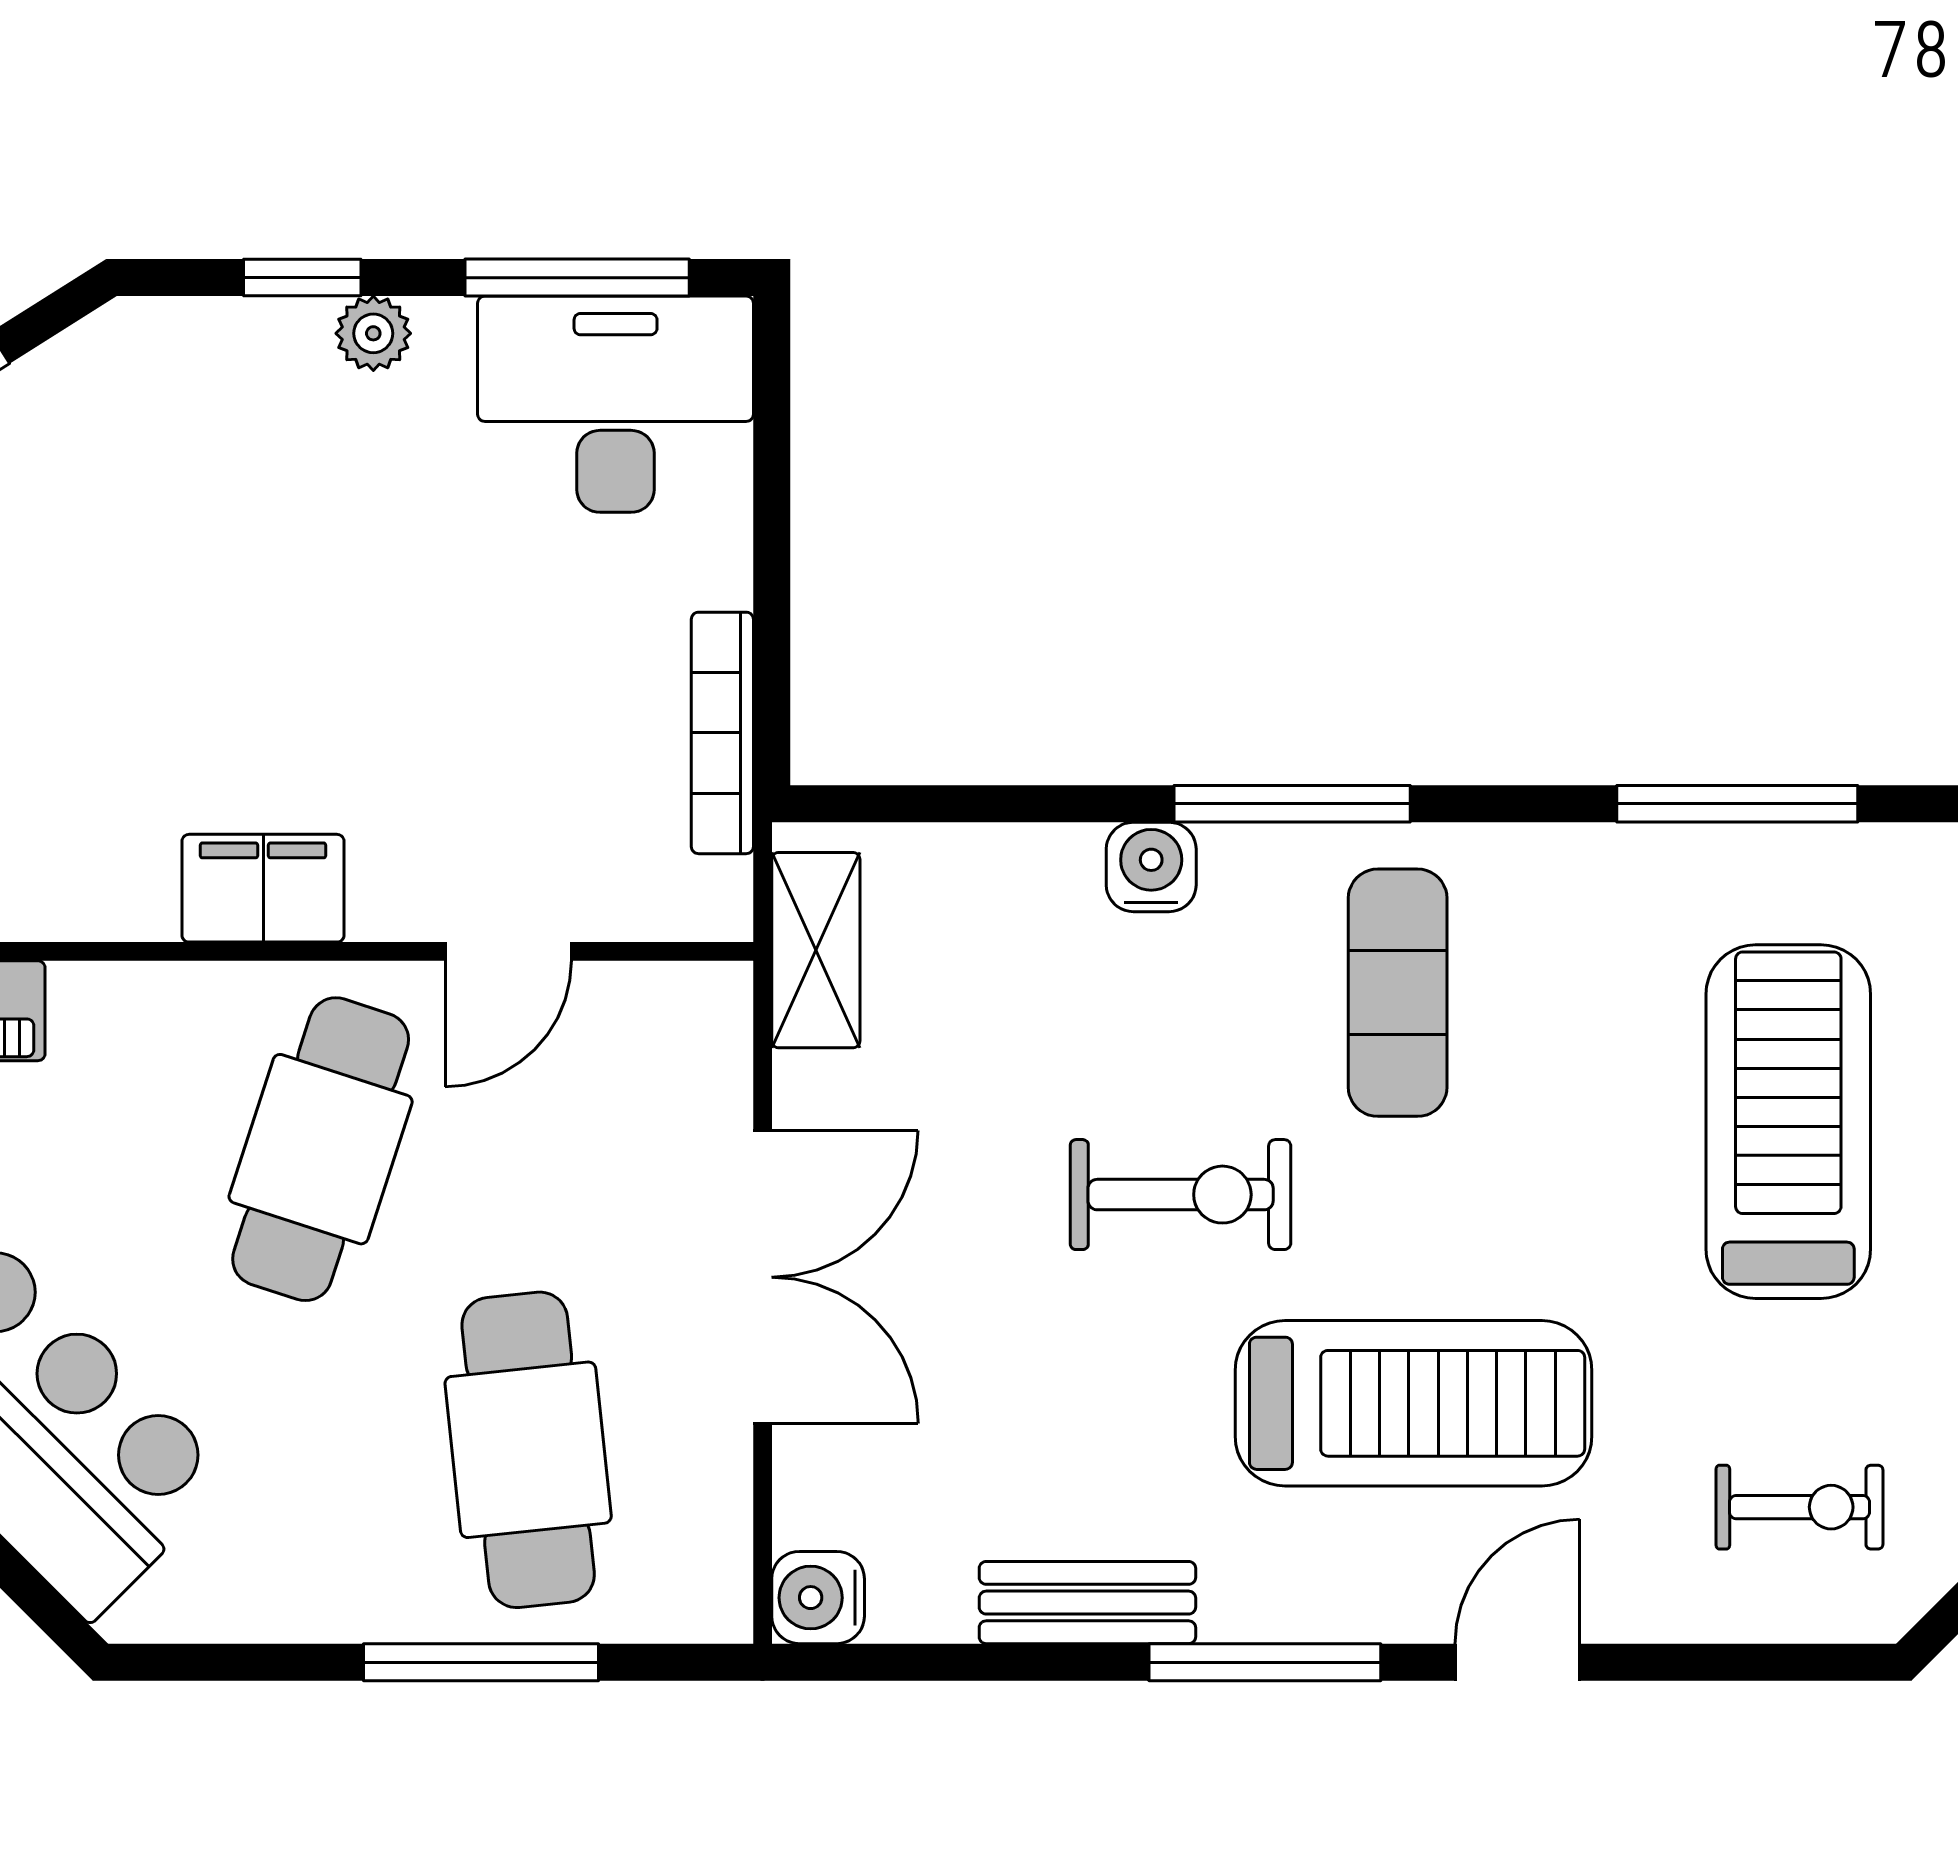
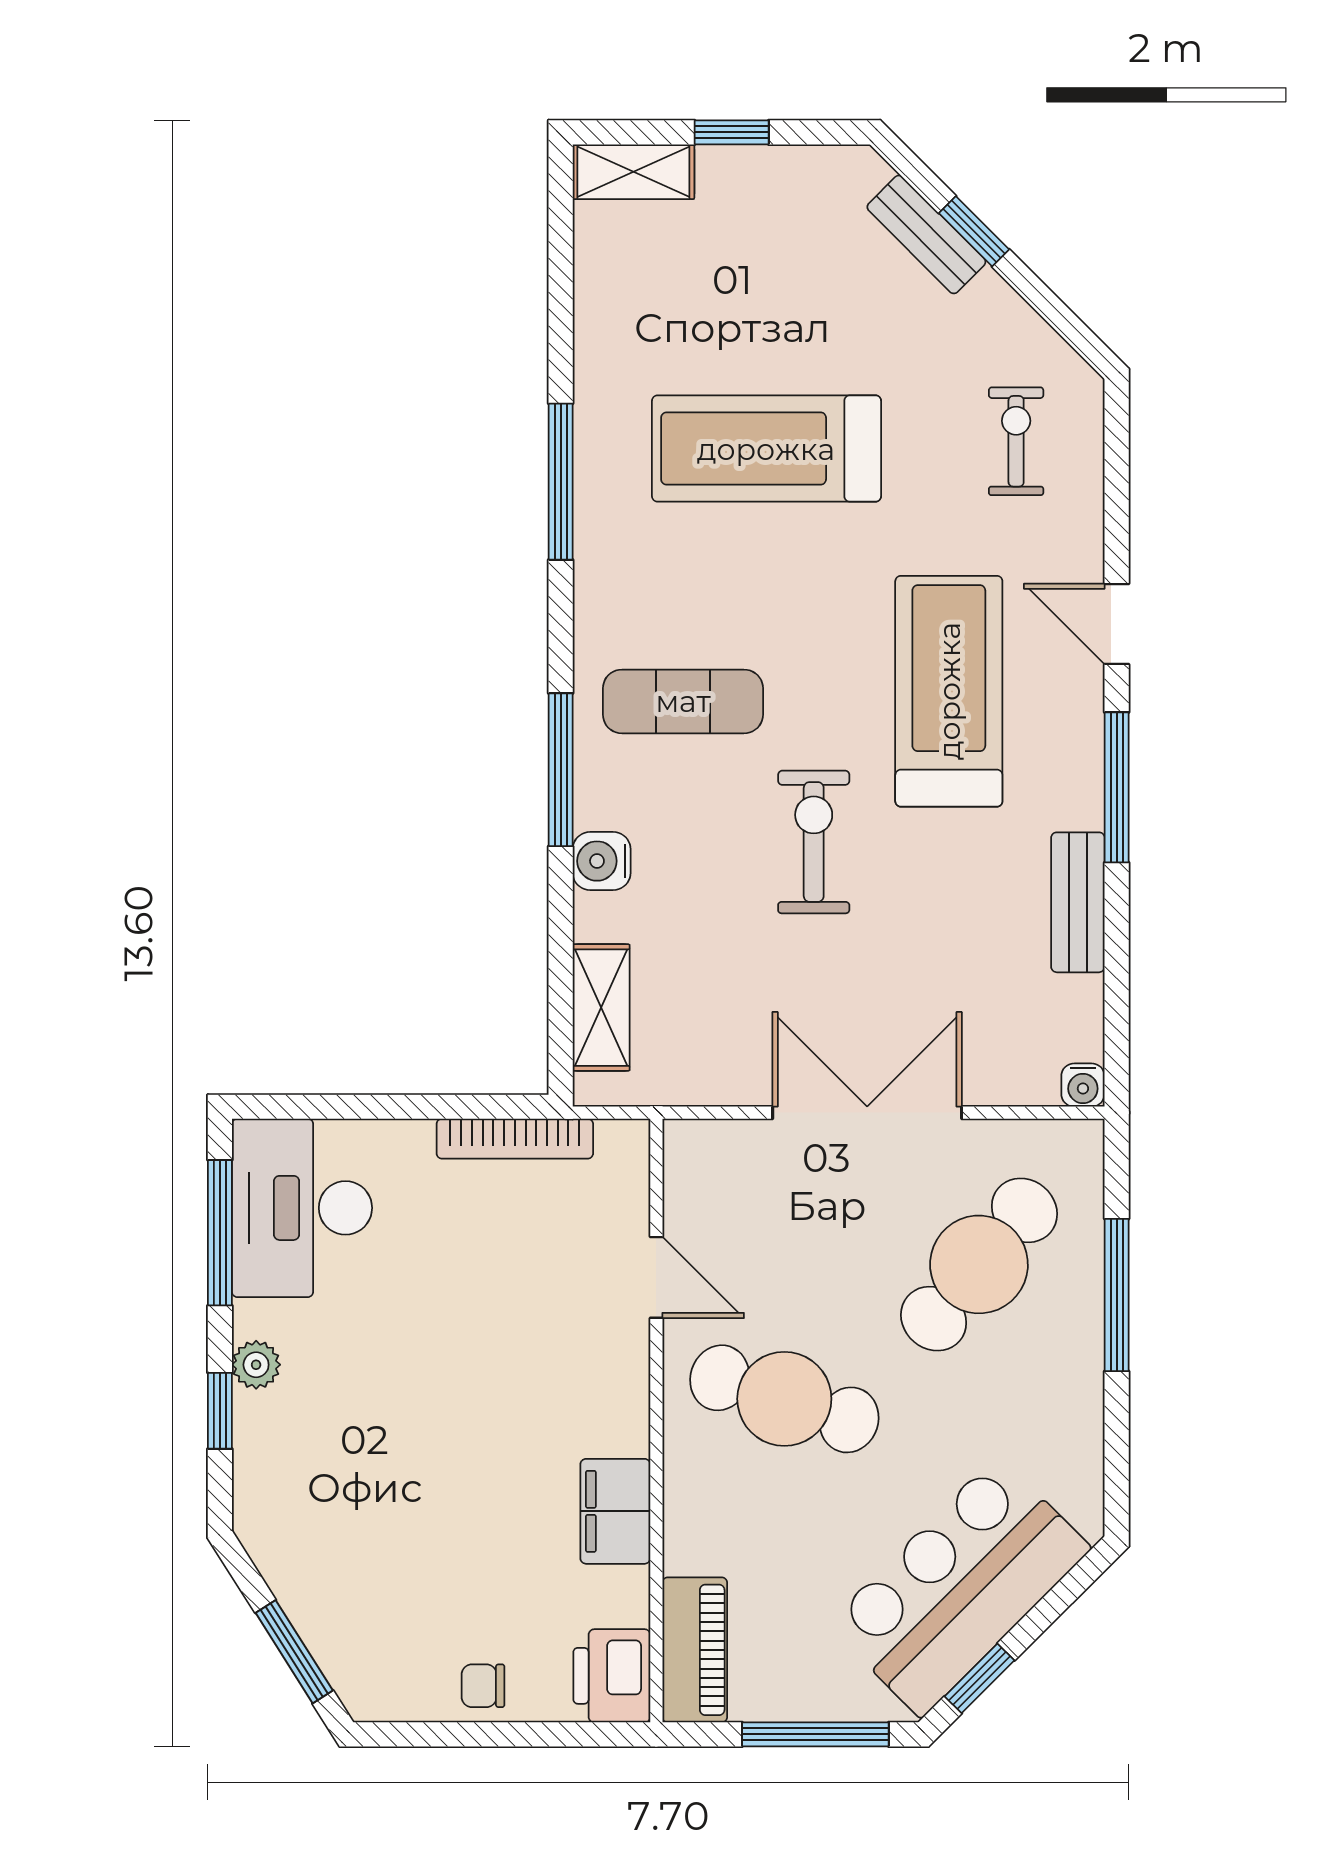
filing cabinet: (263, 888) -> (615, 1511), moved
shelving: (816, 950) -> (601, 1008), moved, turned 90
cafe table: (528, 1450) -> (979, 1264), turned -44
water cooler: (818, 1598) -> (1083, 1085), width x0.72, depth x0.72

